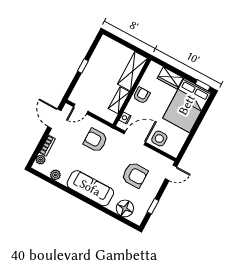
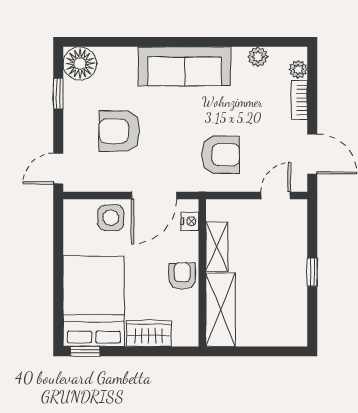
armchair: (142, 95) -> (182, 276), turned 180
floor lamp: (125, 208) -> (80, 63), moved

